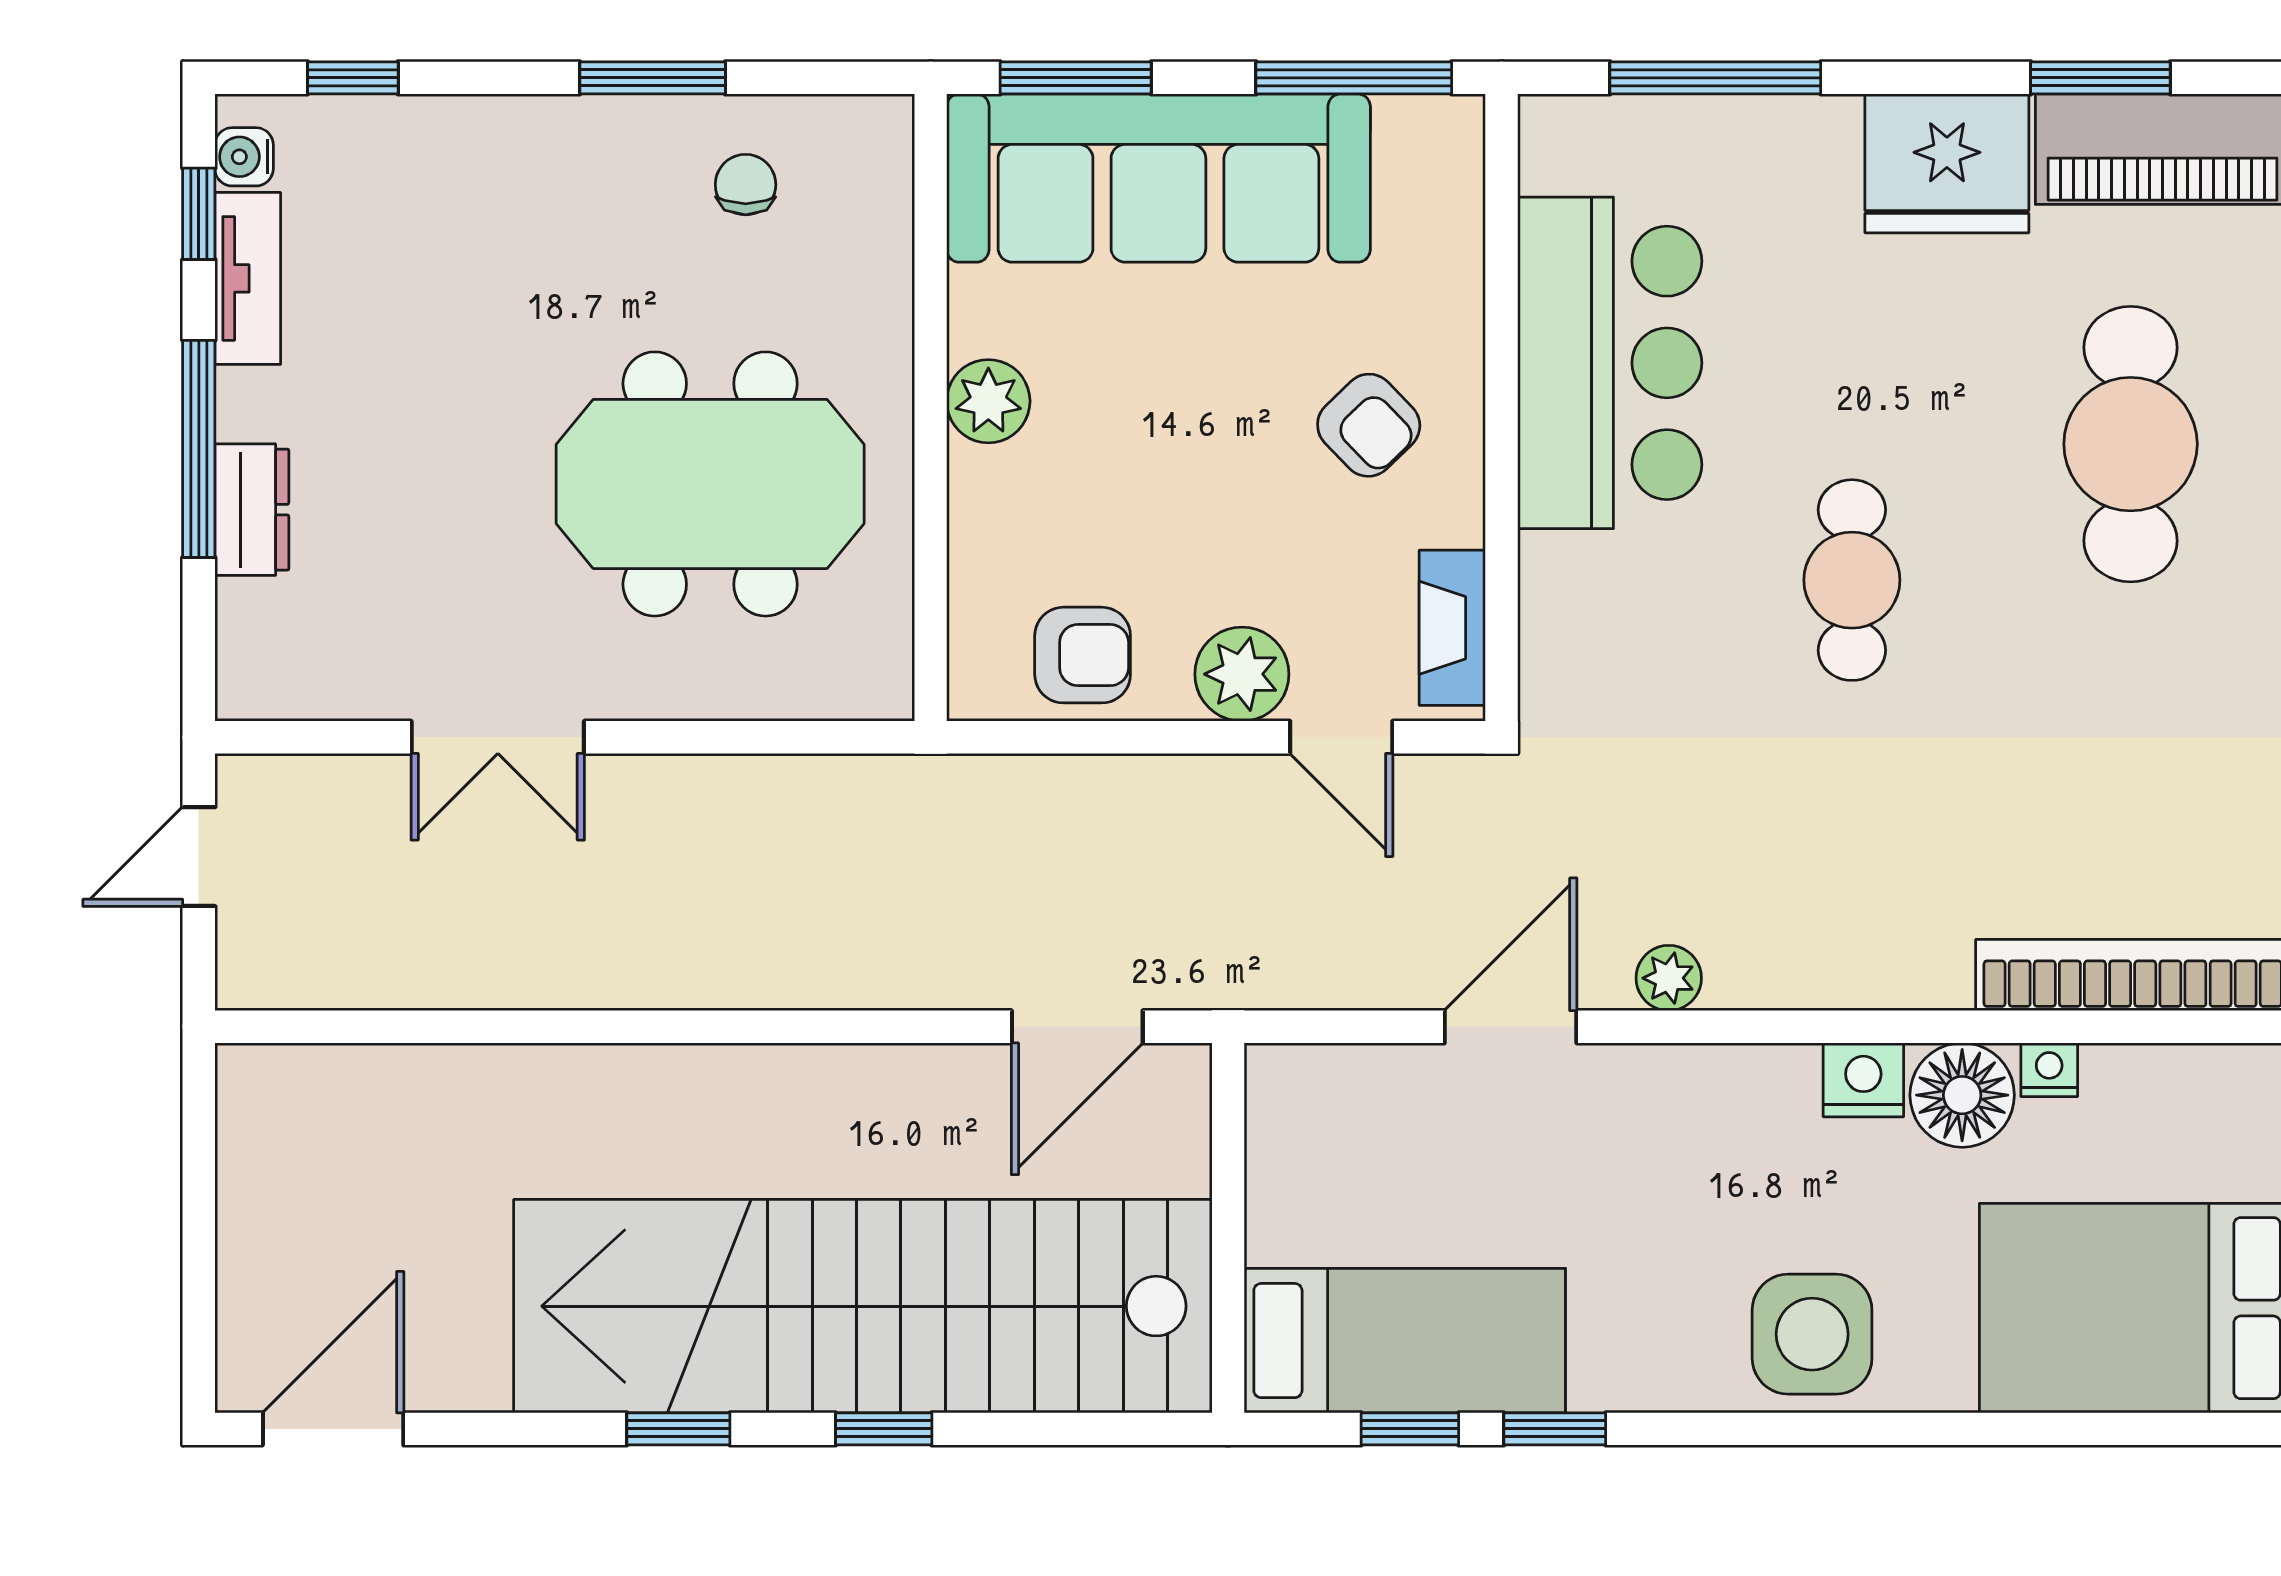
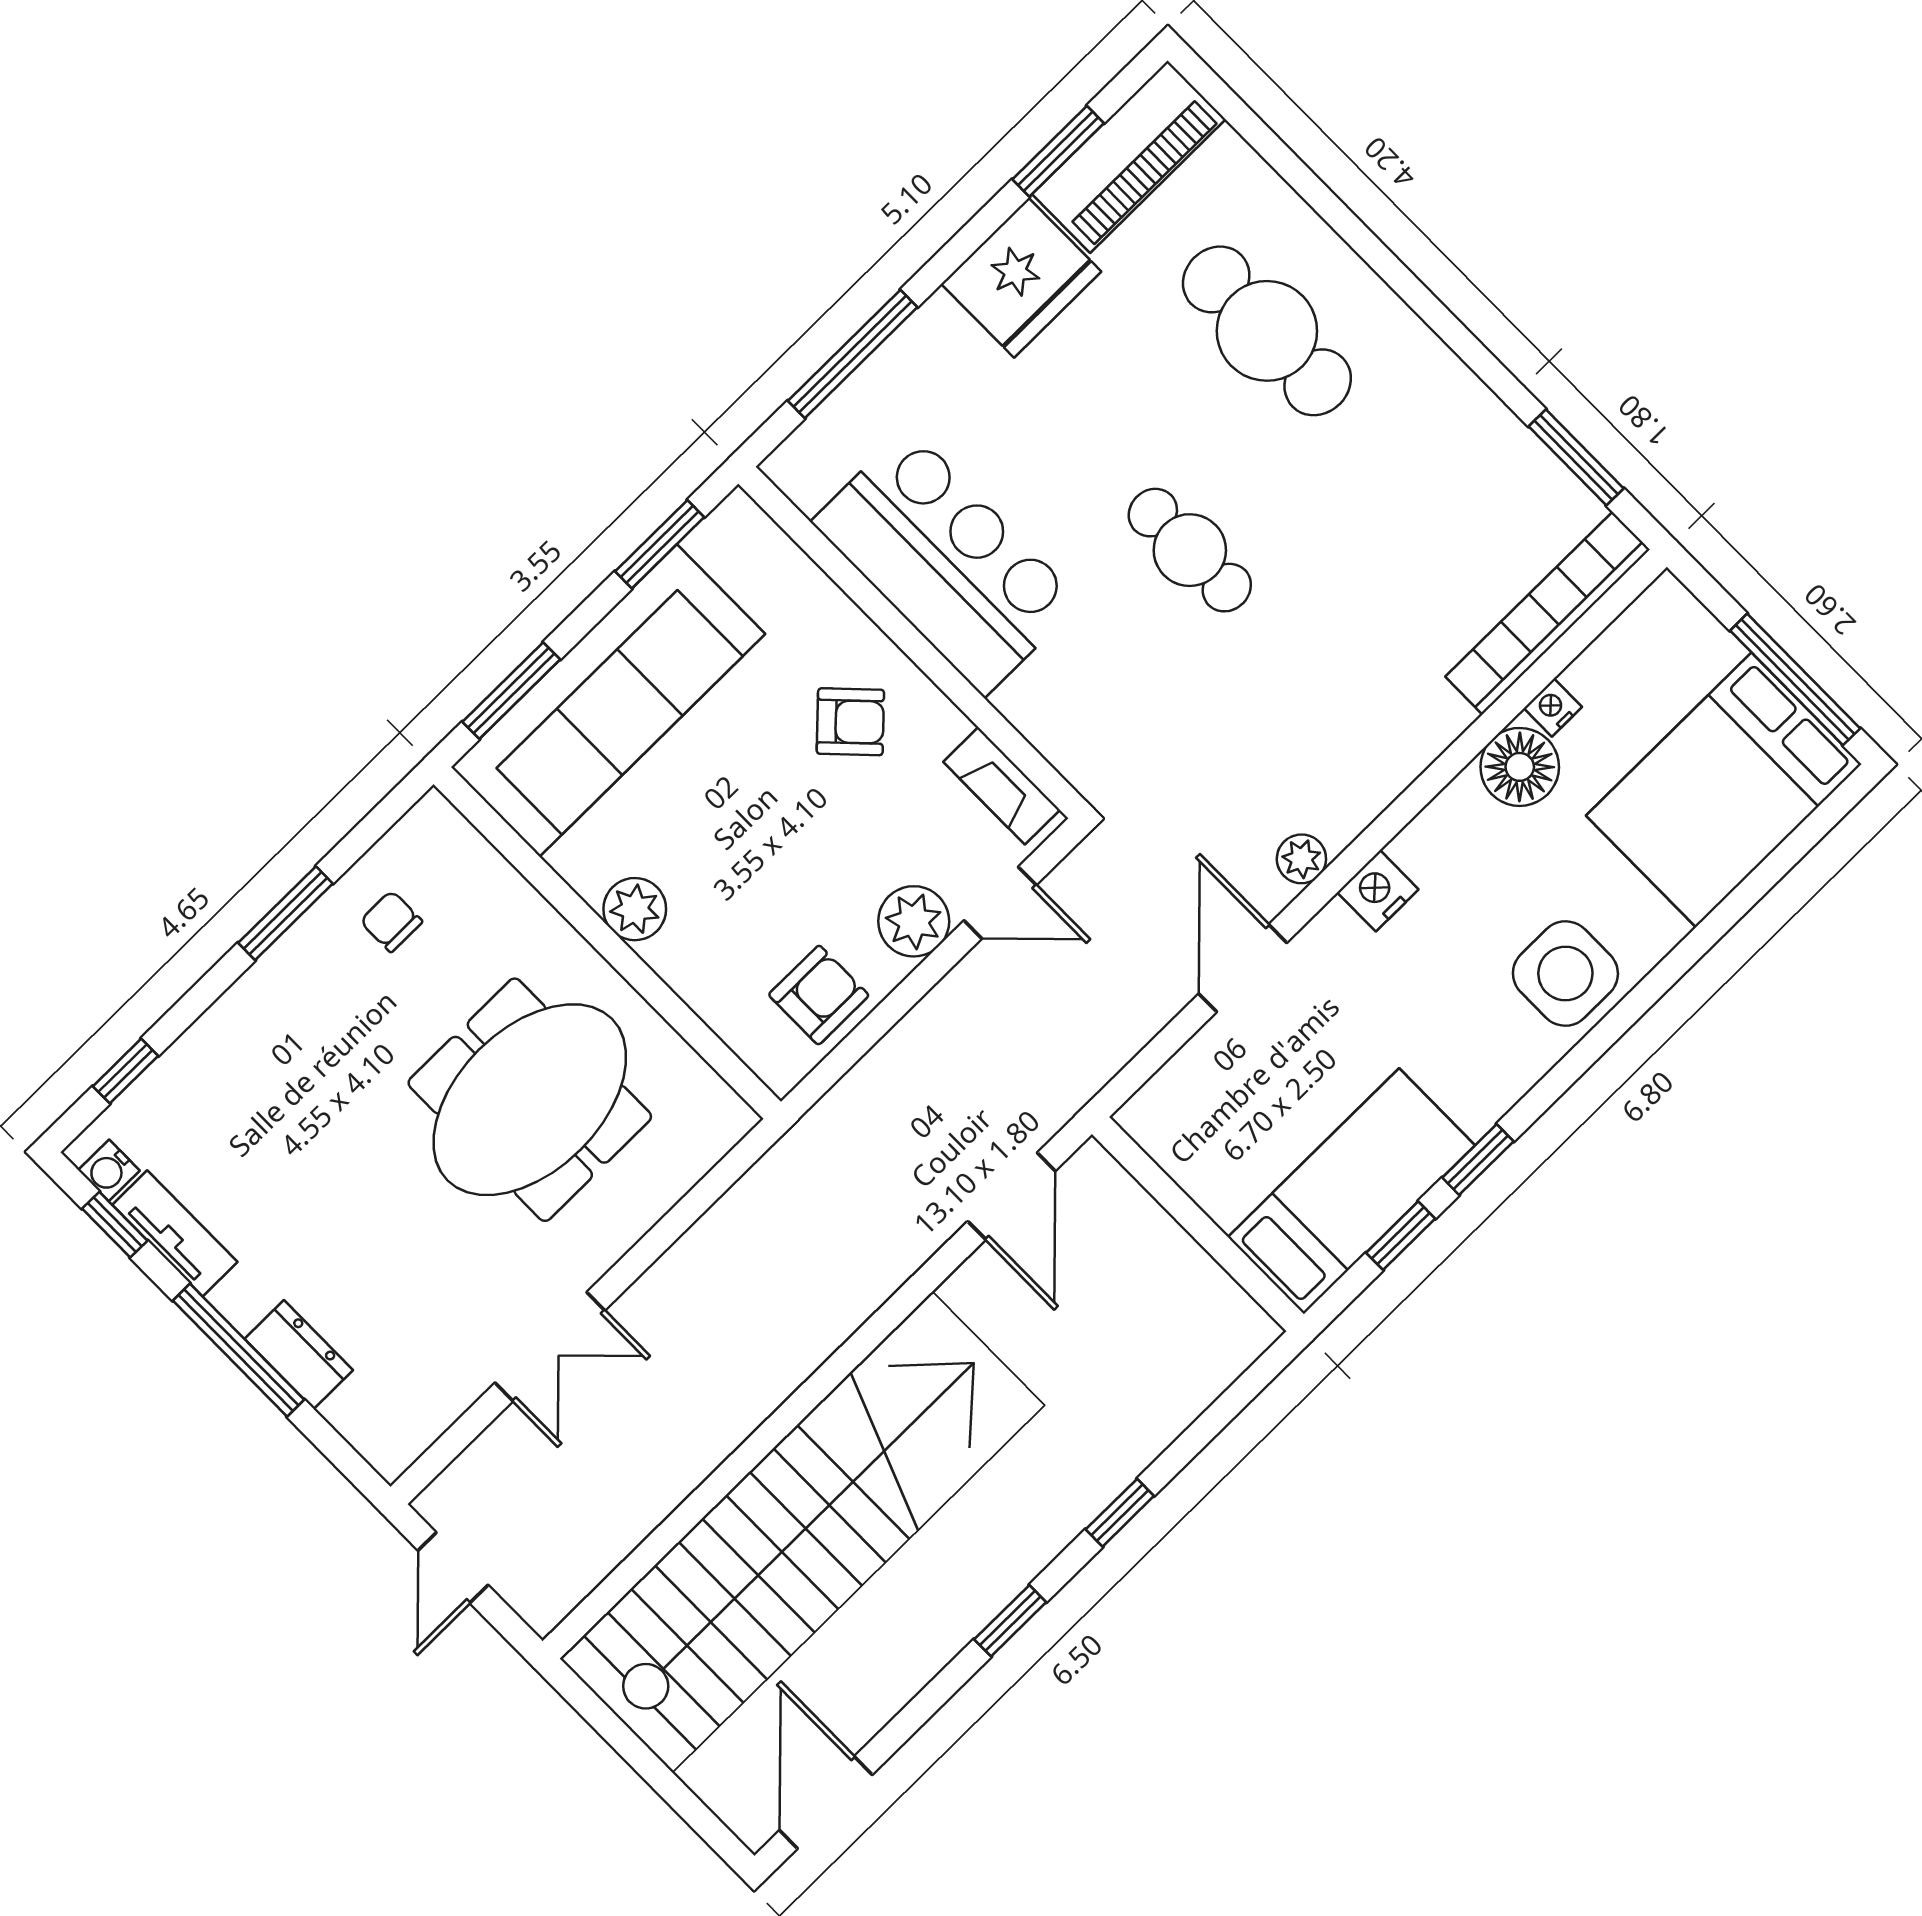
window: (1354, 78) -> (660, 544), width x0.69
nightstand: (1863, 1080) -> (1378, 891), moved
stairs: (863, 1306) -> (802, 1532), moved, turned 180

